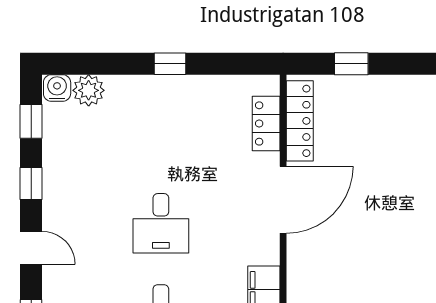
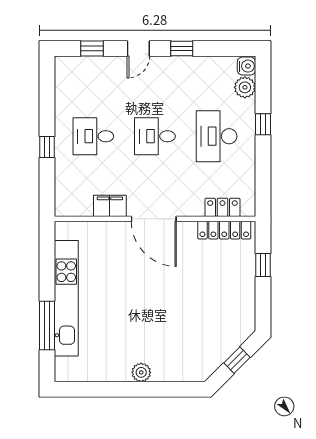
window: (170, 64) -> (263, 124), moved
window: (31, 121) -> (224, 48), removed
desk: (161, 132) -> (217, 136), added
door: (283, 200) -> (154, 219), moved

